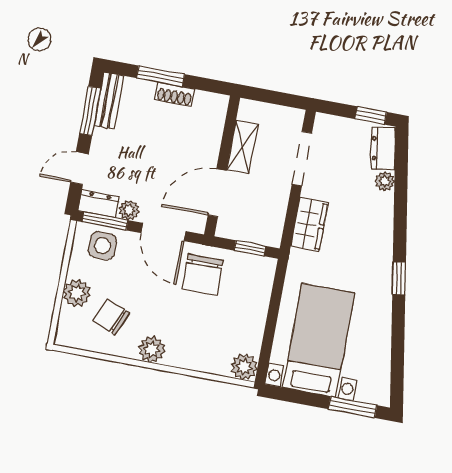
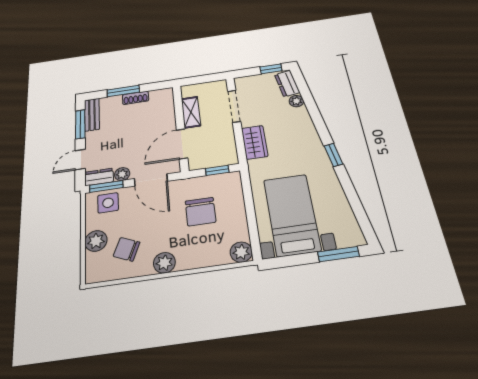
chair: (203, 275) -> (200, 212), moved

